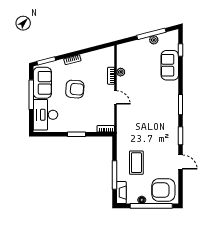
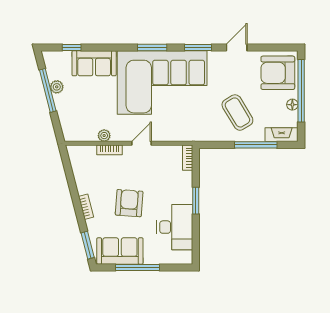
corner sofa: (157, 111) -> (162, 82), added
desk: (45, 115) -> (175, 227), moved, turned -90
coffee table: (136, 163) -> (237, 112), turned 59
armchair: (163, 190) -> (278, 73), turned 90

